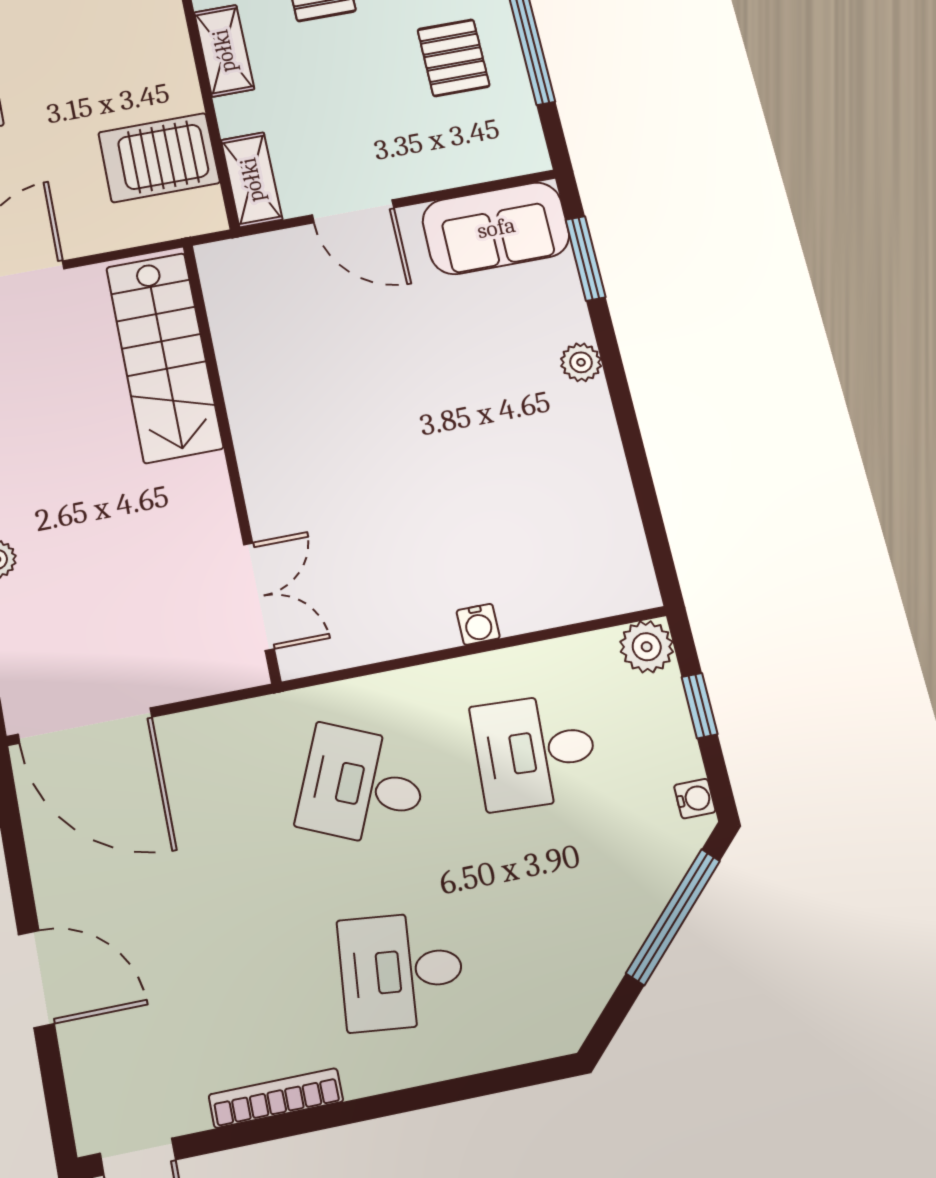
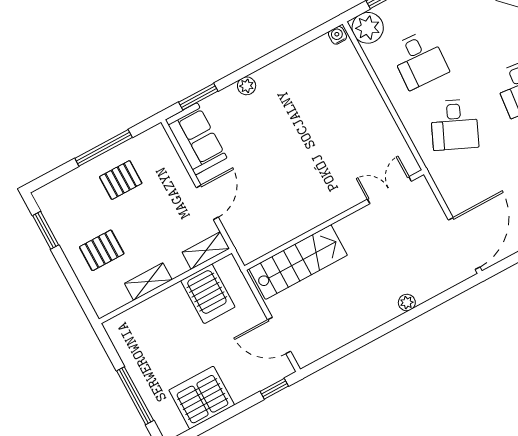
water cooler: (478, 624) -> (337, 35), moved, turned -90
plant: (647, 647) -> (368, 28), width x1.36, depth x1.36

